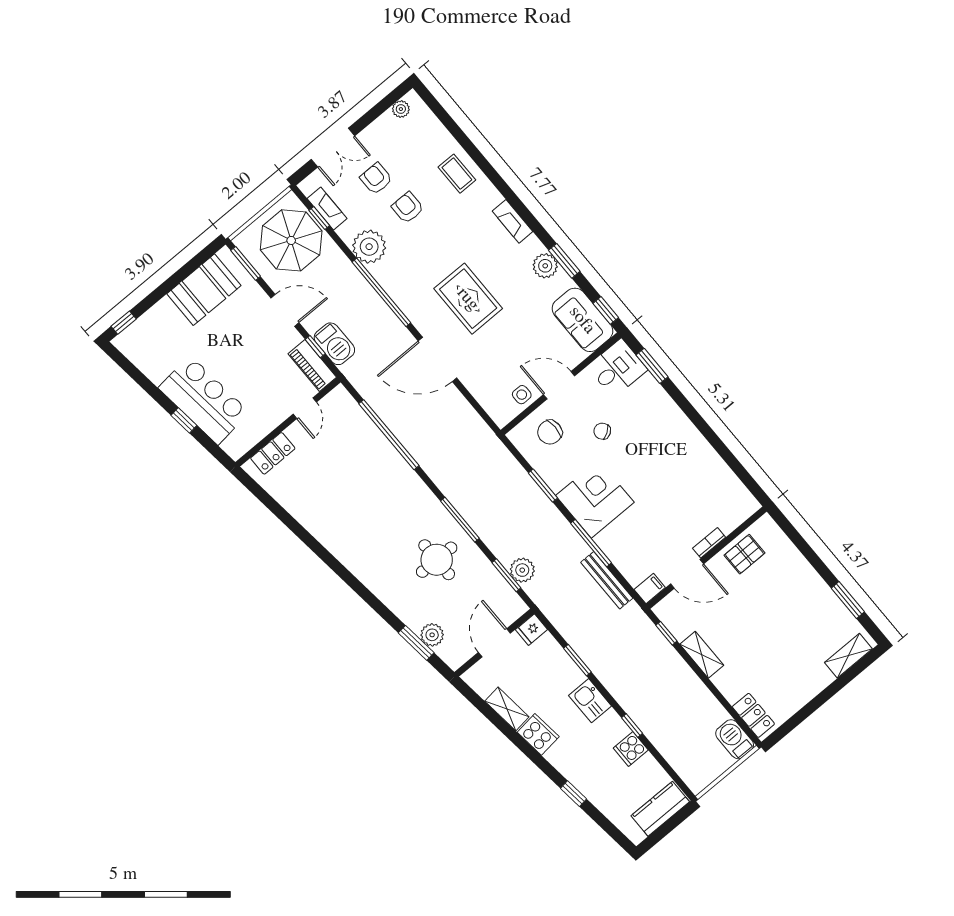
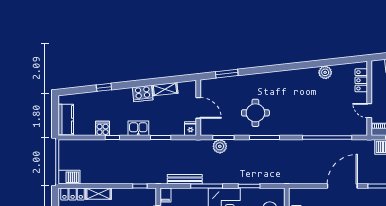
plant: (432, 635) -> (325, 72), moved
shelving: (702, 655) -> (98, 194), moved

